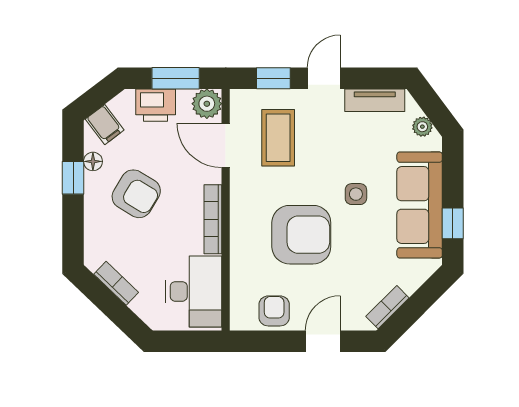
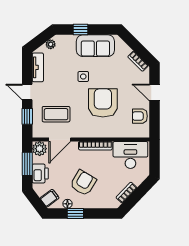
sofa: (420, 205) -> (95, 46), width x0.73
window: (453, 223) -> (80, 30), moved

